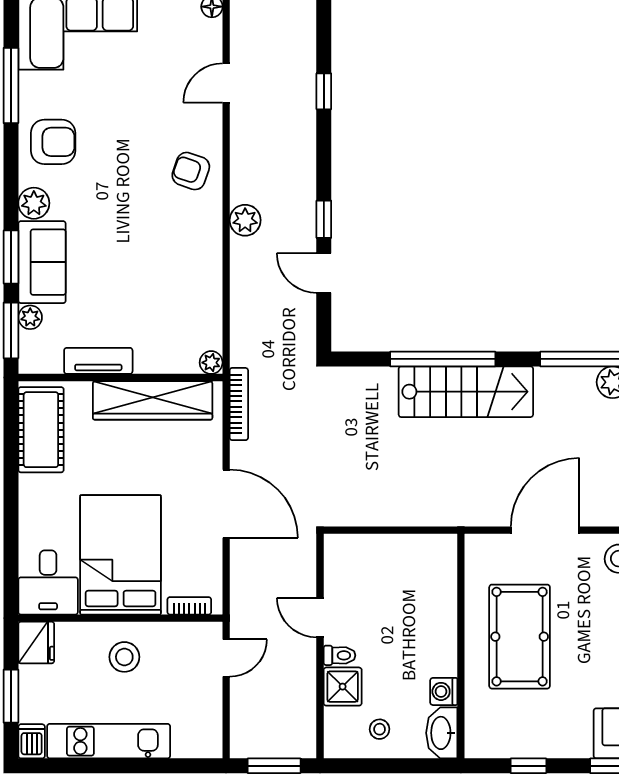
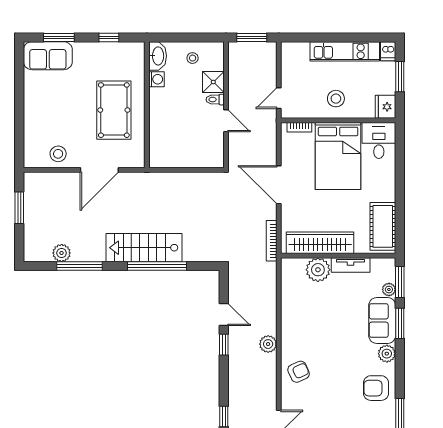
armchair: (191, 171) -> (299, 372), turned -43
plant: (211, 363) -> (318, 270), moved, width x1.88, depth x1.88

